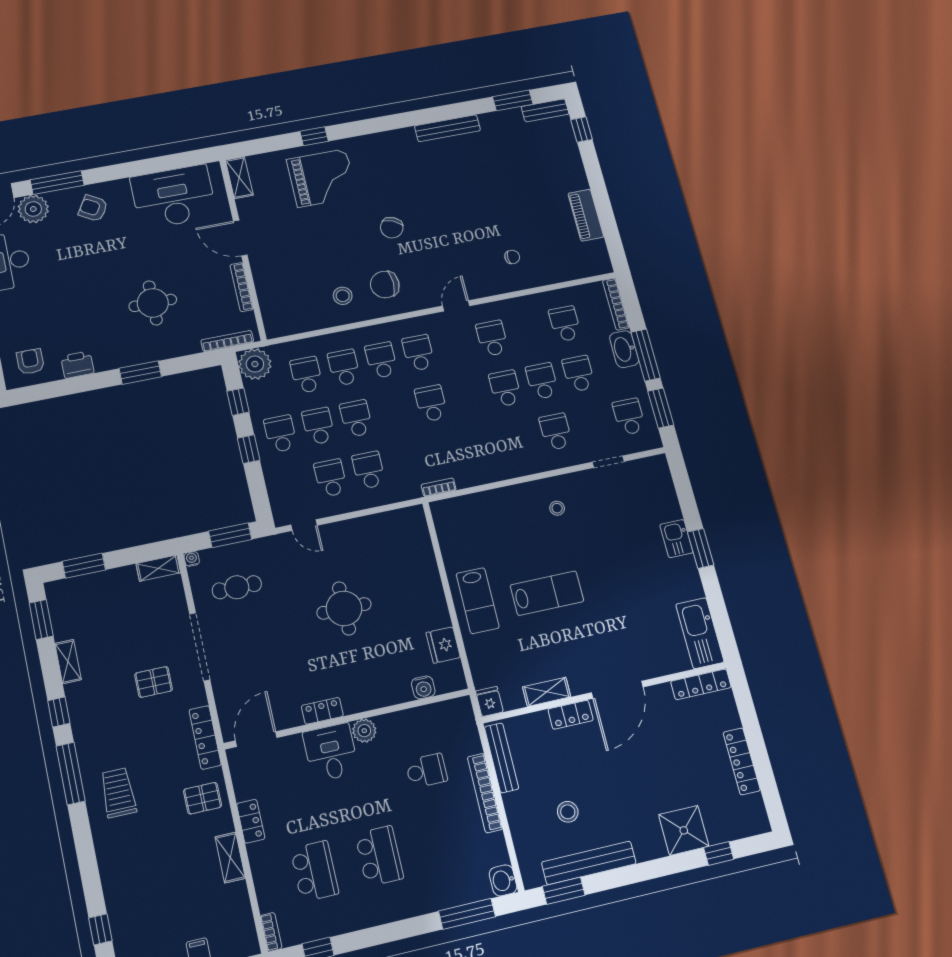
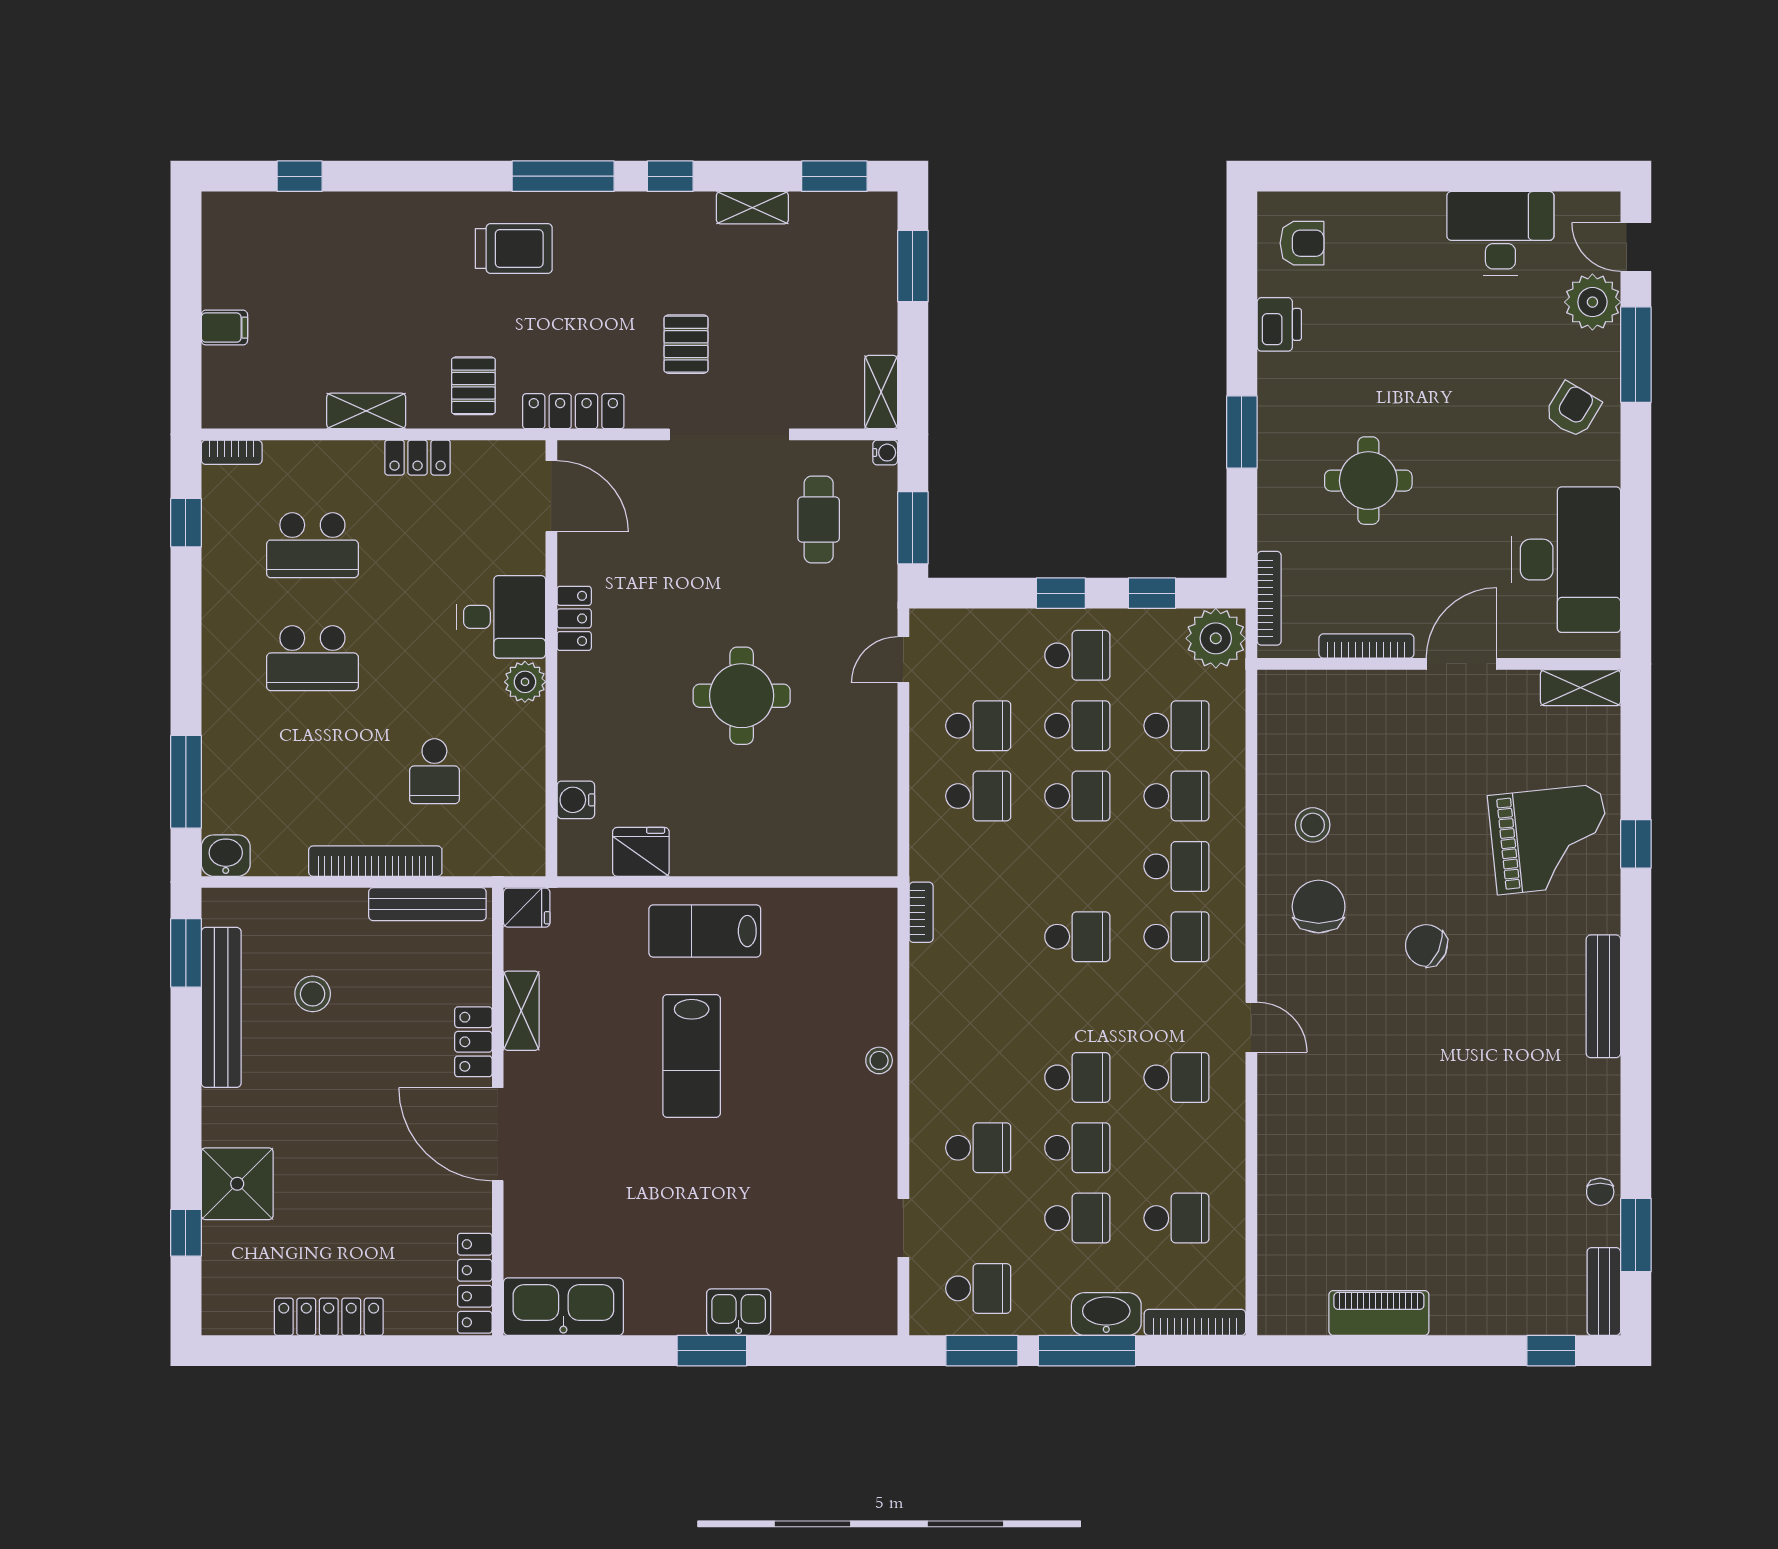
bench: (447, 128) -> (1603, 996), moved
grand piano: (322, 178) -> (1550, 839), turned -96
chair: (512, 257) -> (1600, 1192), moved
stool: (557, 508) -> (879, 1060), moved

